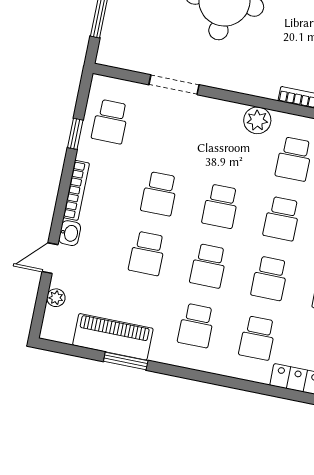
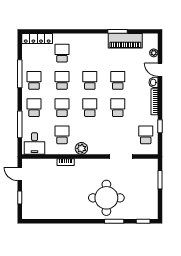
door: (50, 258) -> (160, 70), swing flipped
school desk: (196, 325) -> (90, 53), removed

